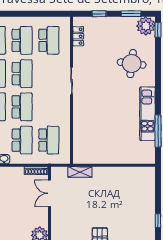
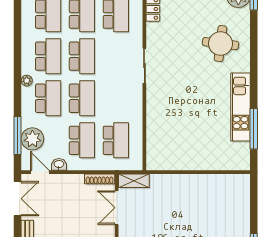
shelving: (80, 172) -> (134, 181), moved

